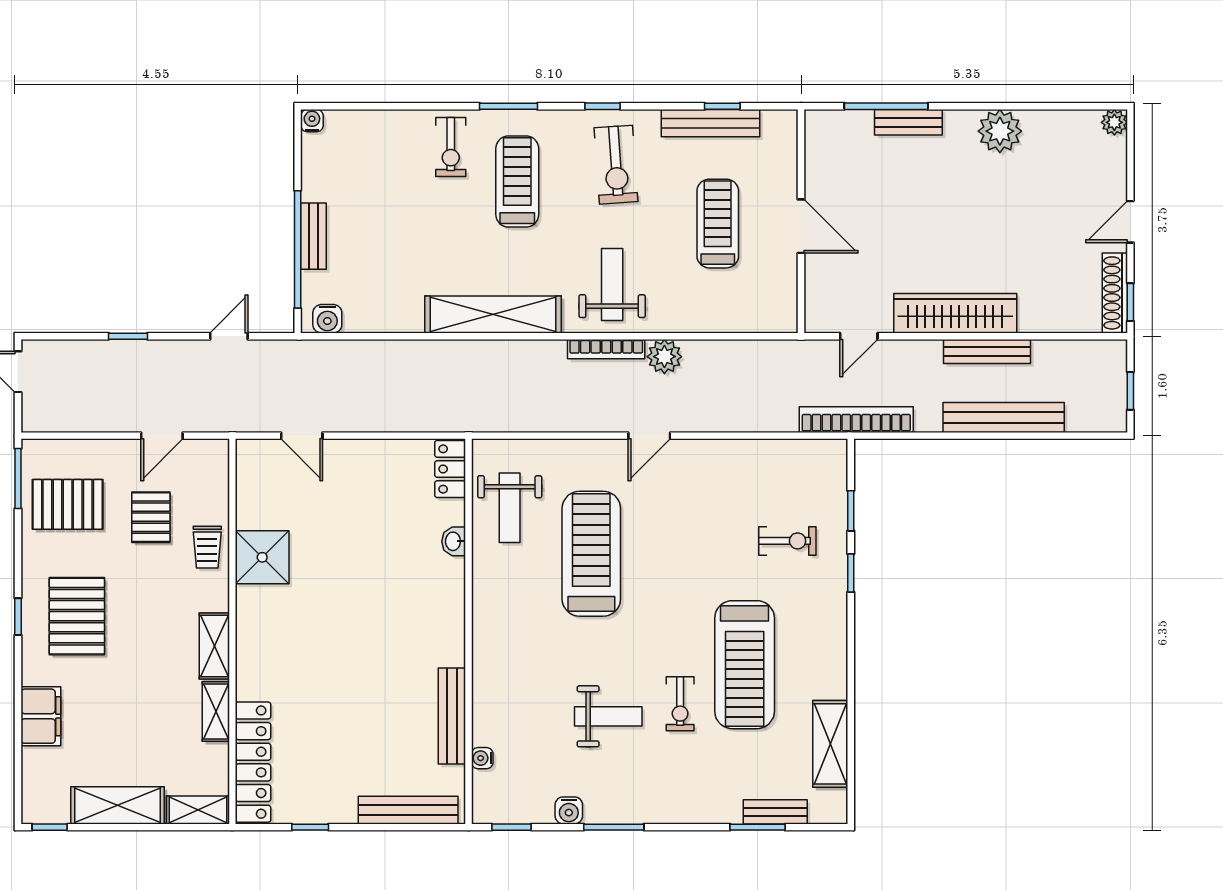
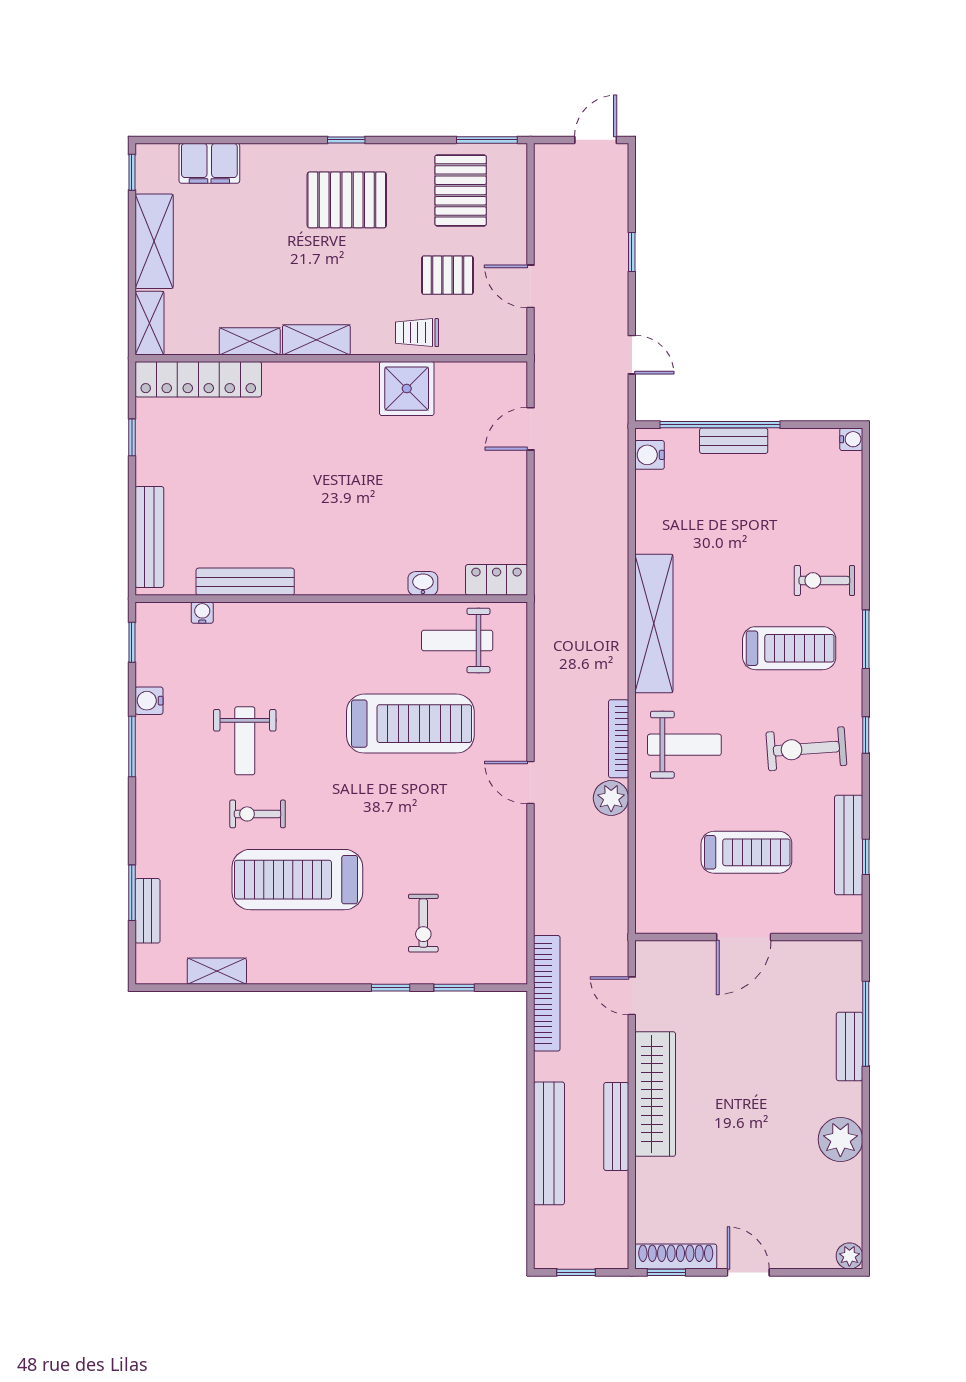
filing cabinet: (41, 716) -> (209, 163), moved
shelving: (830, 744) -> (217, 971), width x0.67, depth x0.75

